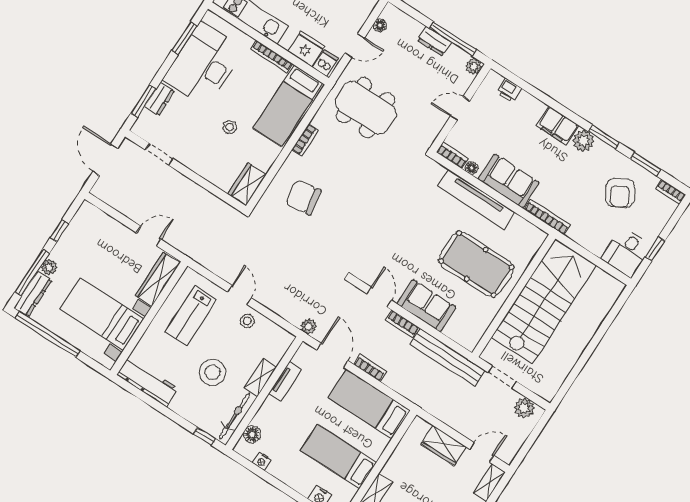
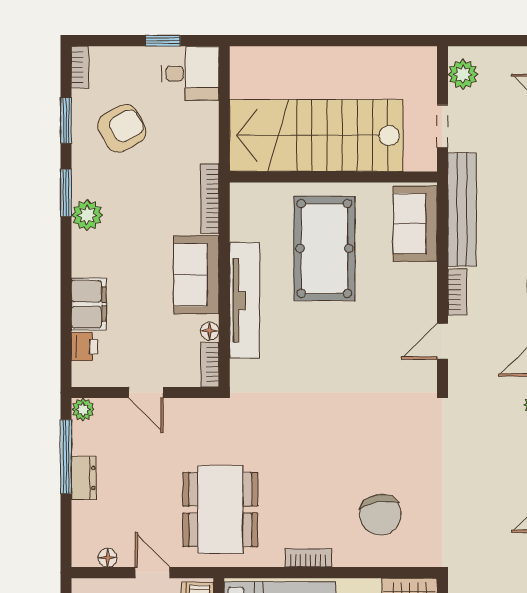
filing cabinet: (558, 125) -> (89, 304), moved
sofa: (426, 306) -> (415, 224), moved

